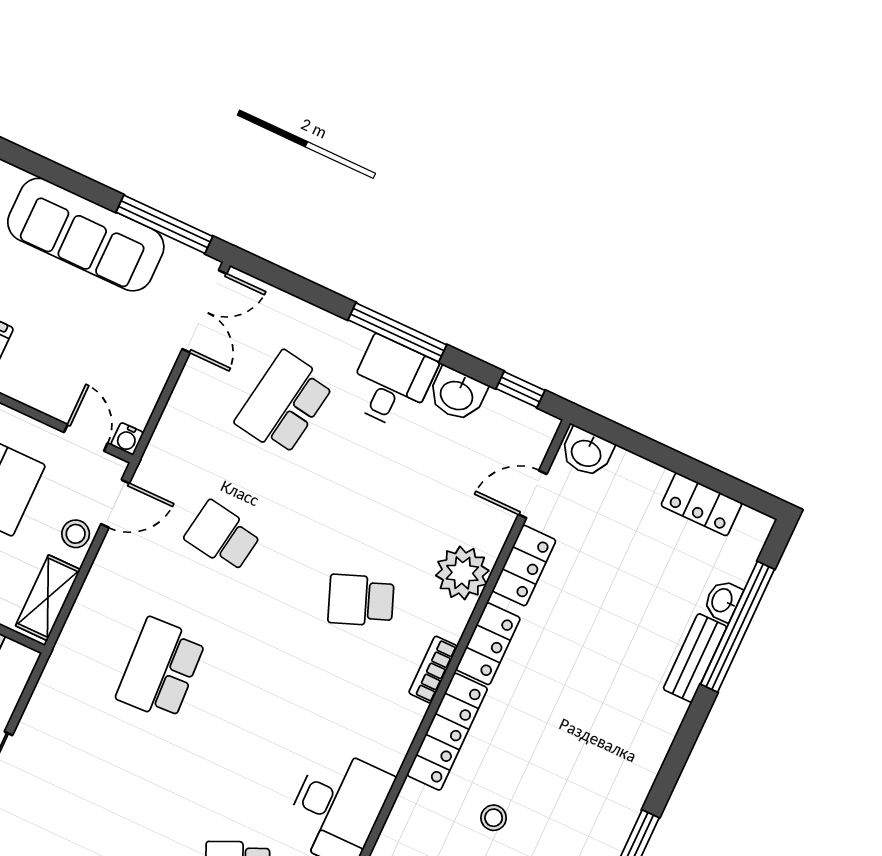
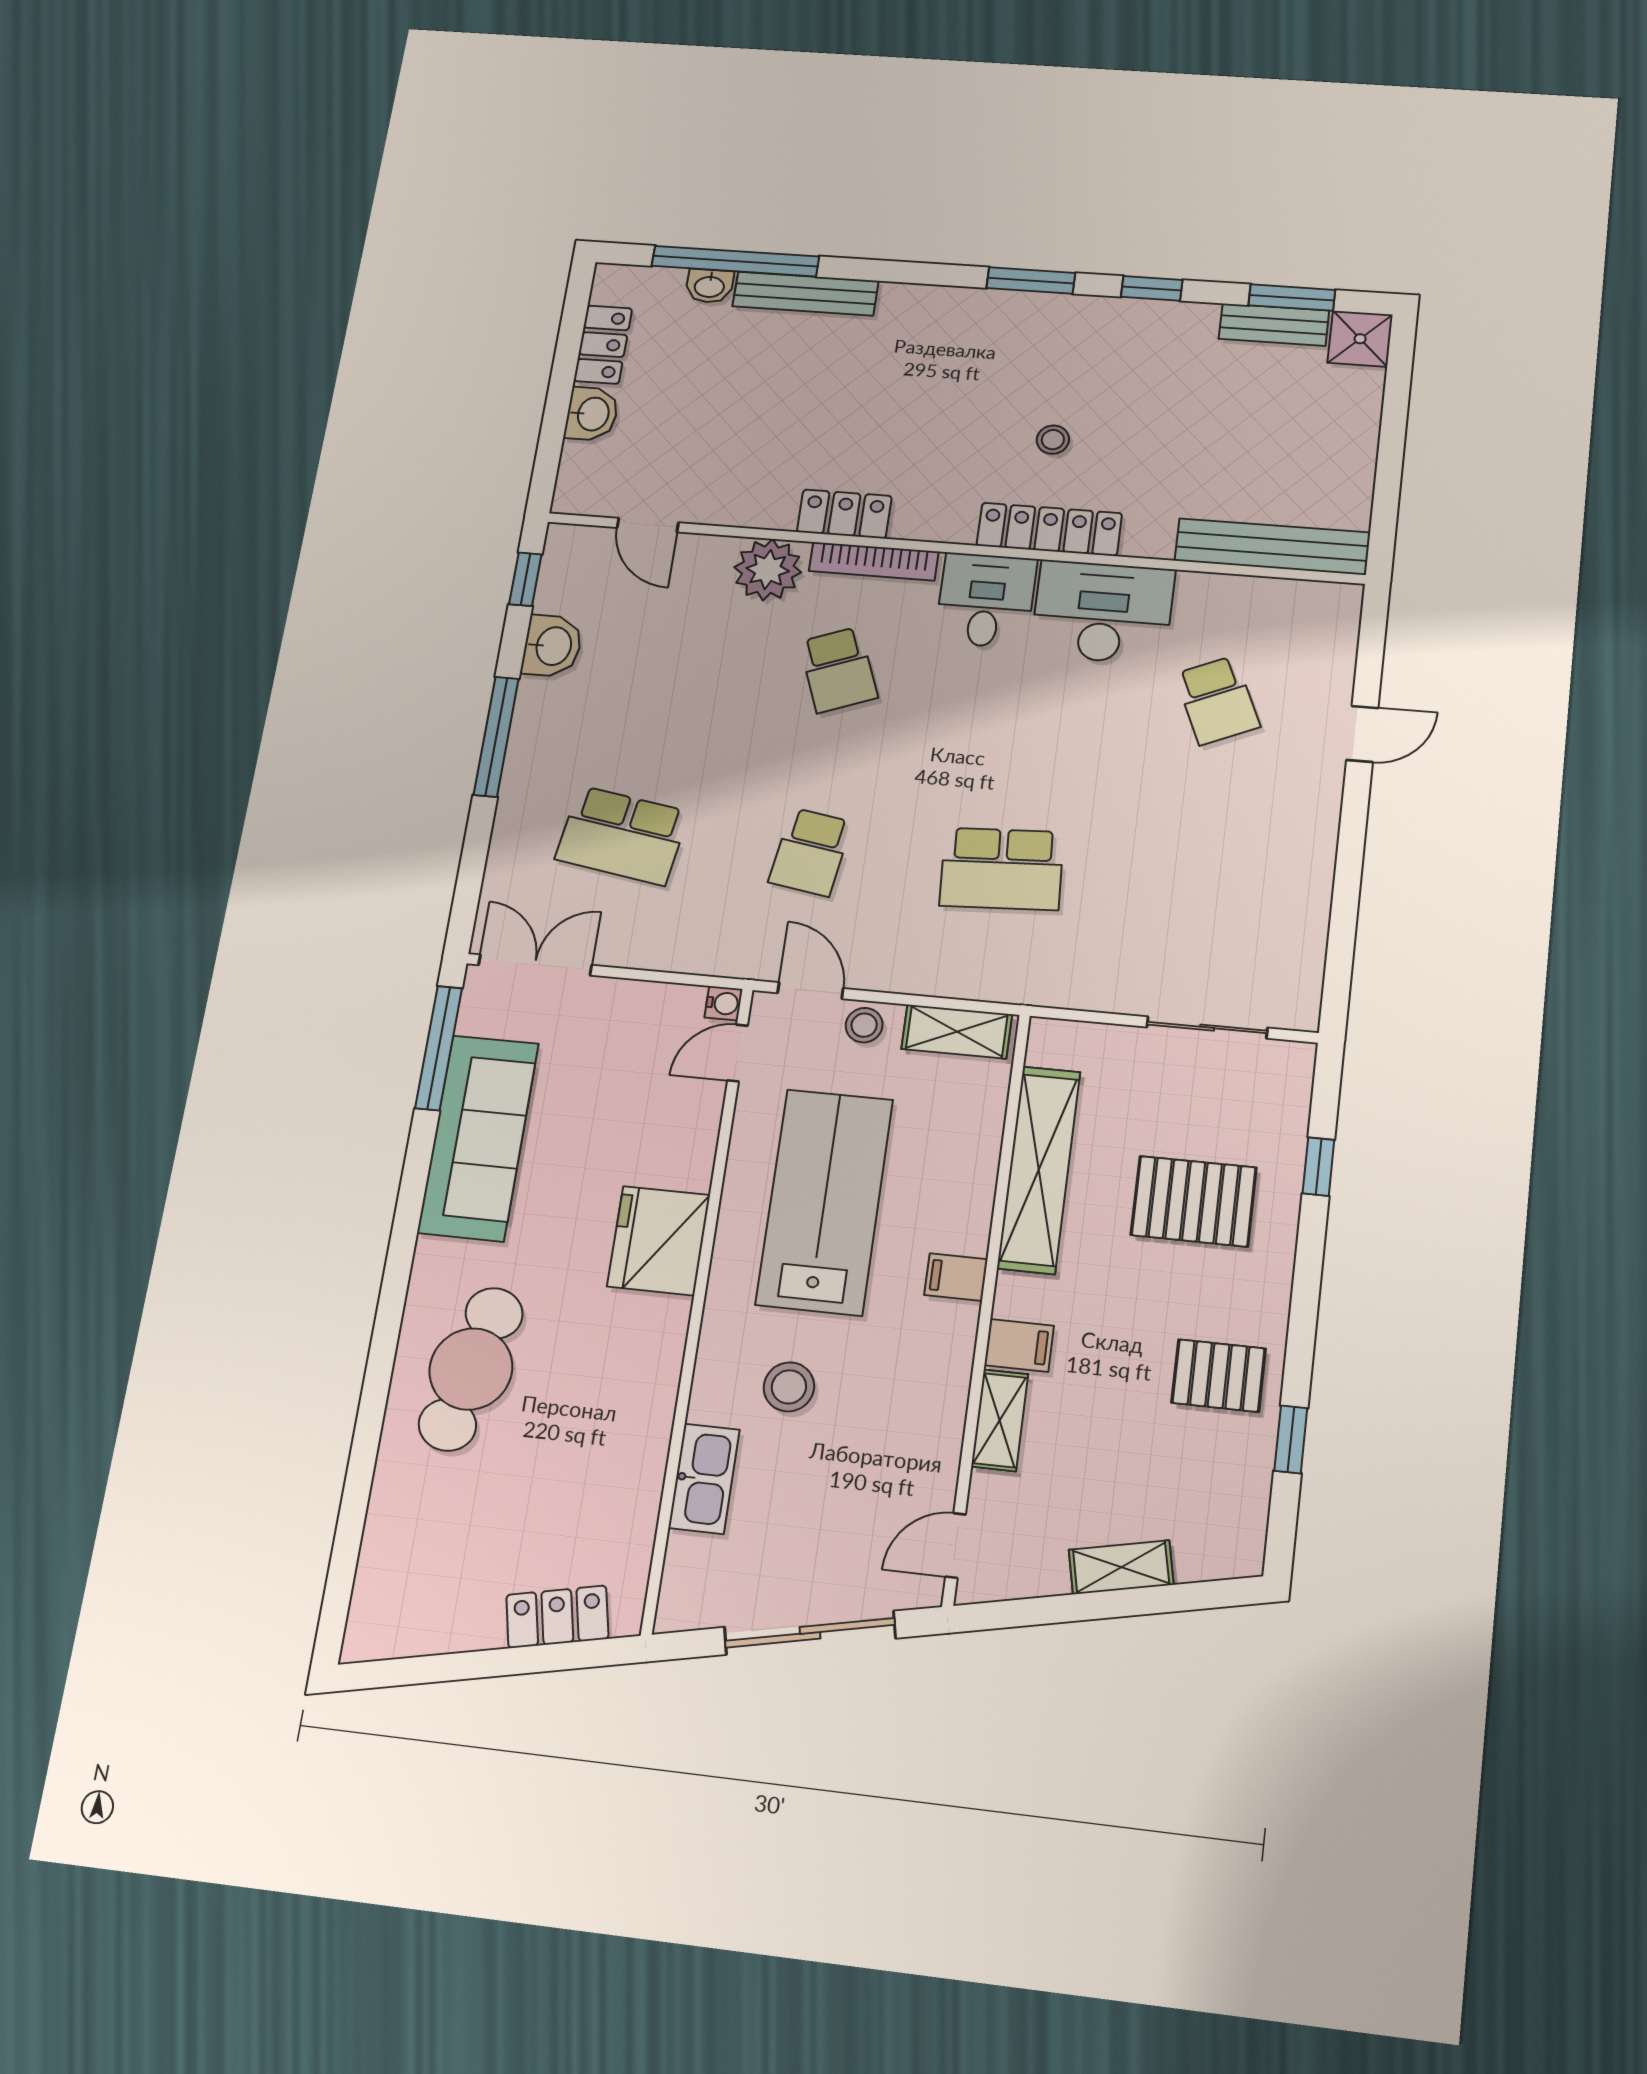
desk: (391, 383) -> (986, 600), moved, turned 90
washbasin: (587, 452) -> (592, 414), moved
locker: (524, 565) -> (737, 506), removed
bench: (695, 658) -> (805, 294), width x1.36
bookcase: (433, 670) -> (874, 561), width x1.56
locker: (447, 732) -> (1049, 529), moved

